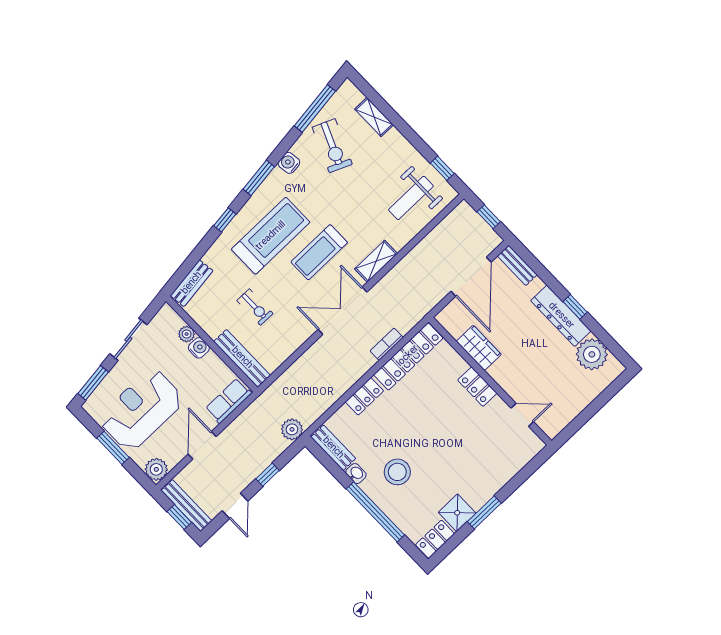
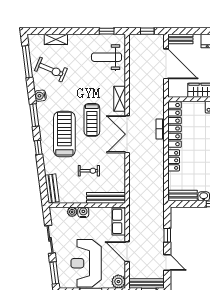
weight bench: (411, 198) -> (107, 57), turned 90
plant: (292, 429) -> (158, 206), removed

